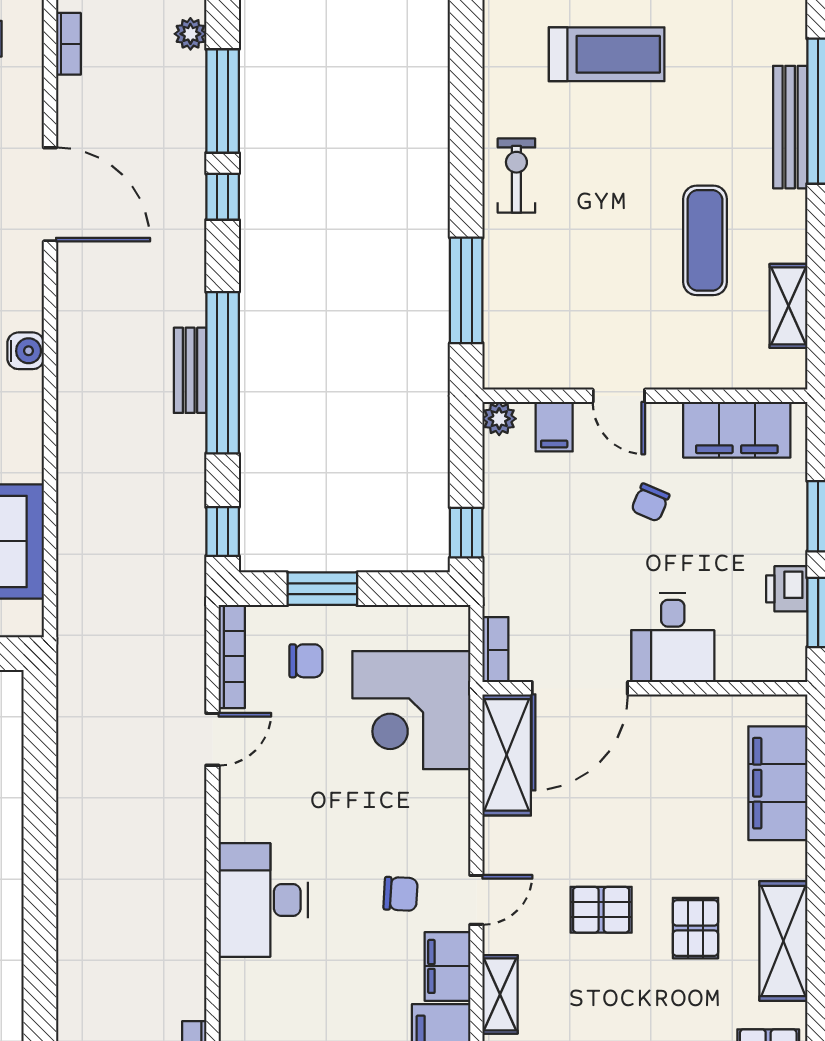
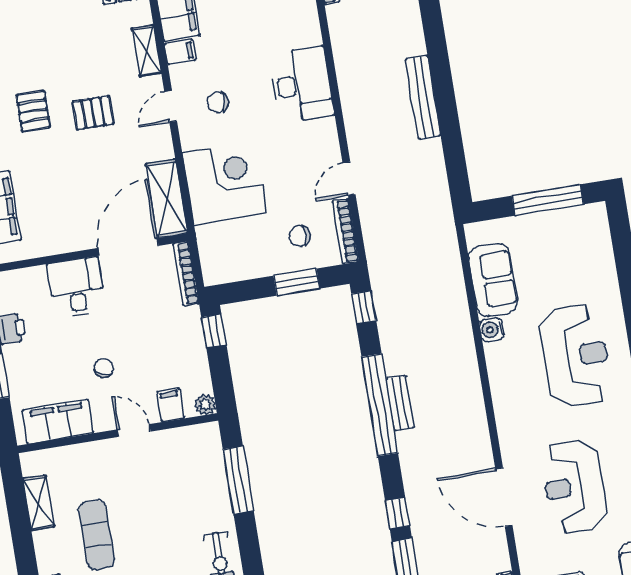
water cooler: (26, 351) -> (492, 330), moved
bookcase: (495, 650) -> (186, 273), width x1.56
corner desk: (411, 710) -> (224, 183), moved
bench: (74, 849) -> (423, 97), added
filing cabinet: (447, 966) -> (180, 52), width x0.50

